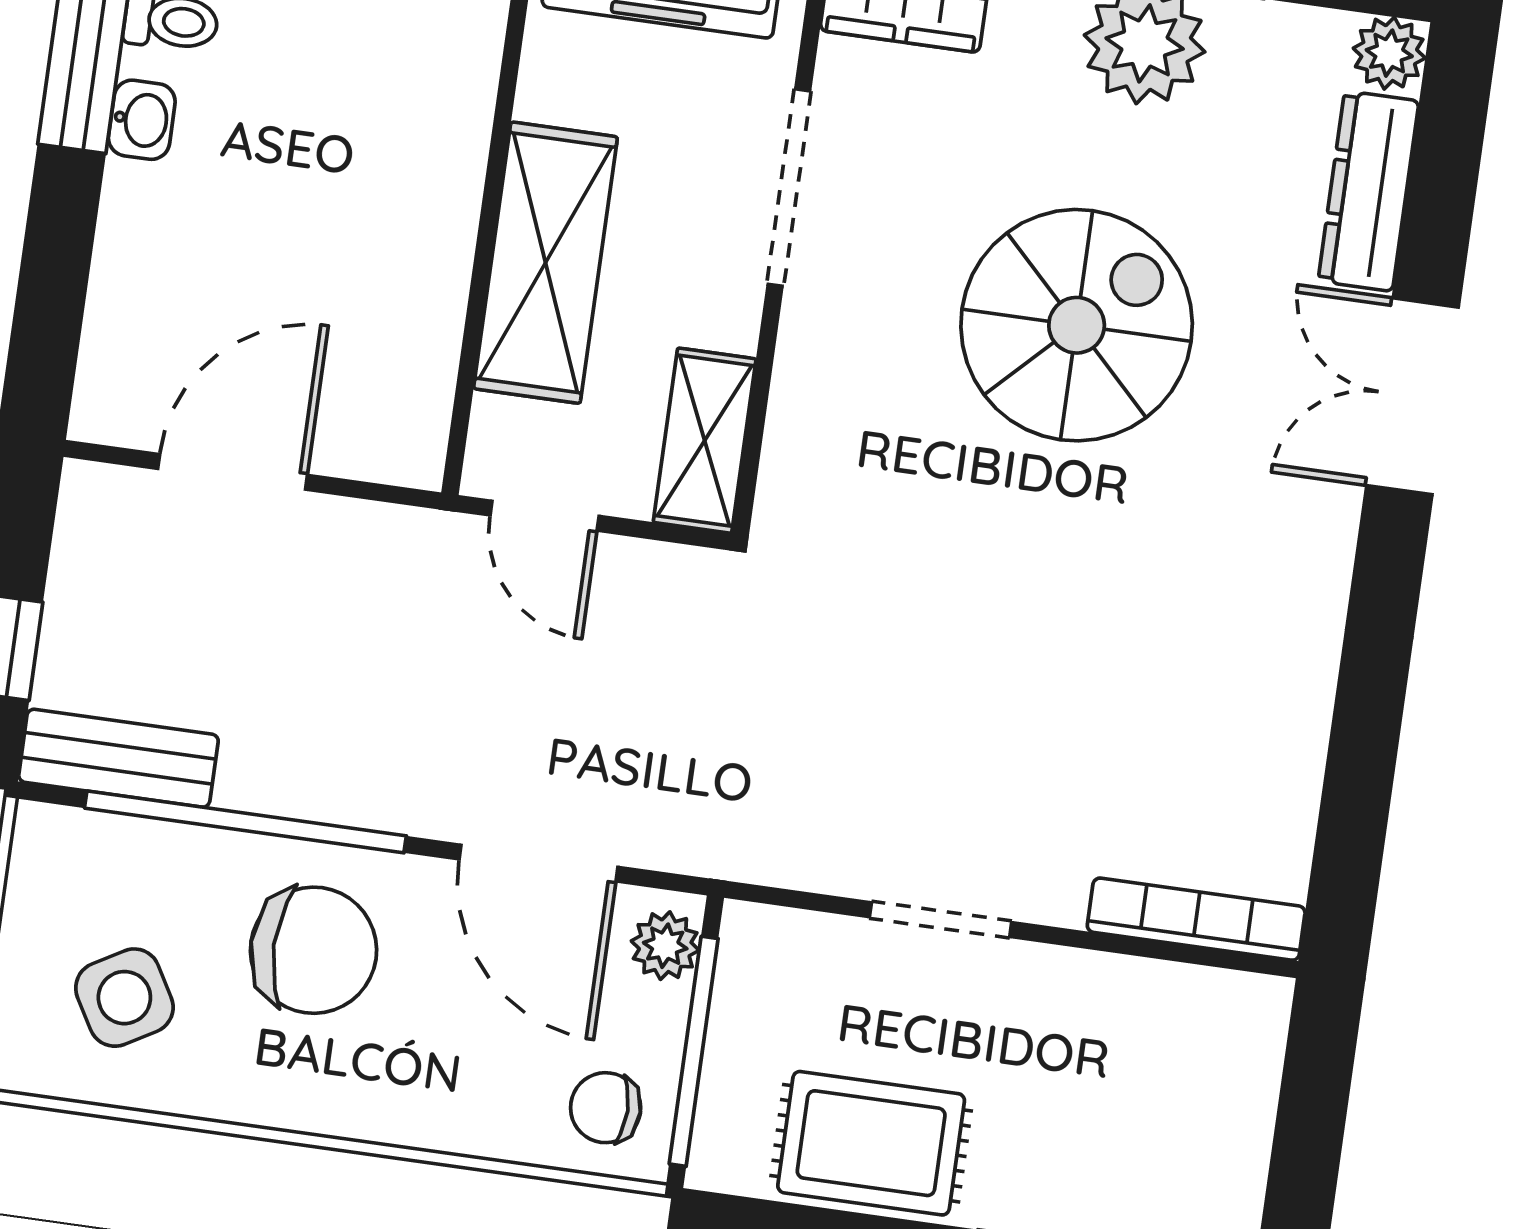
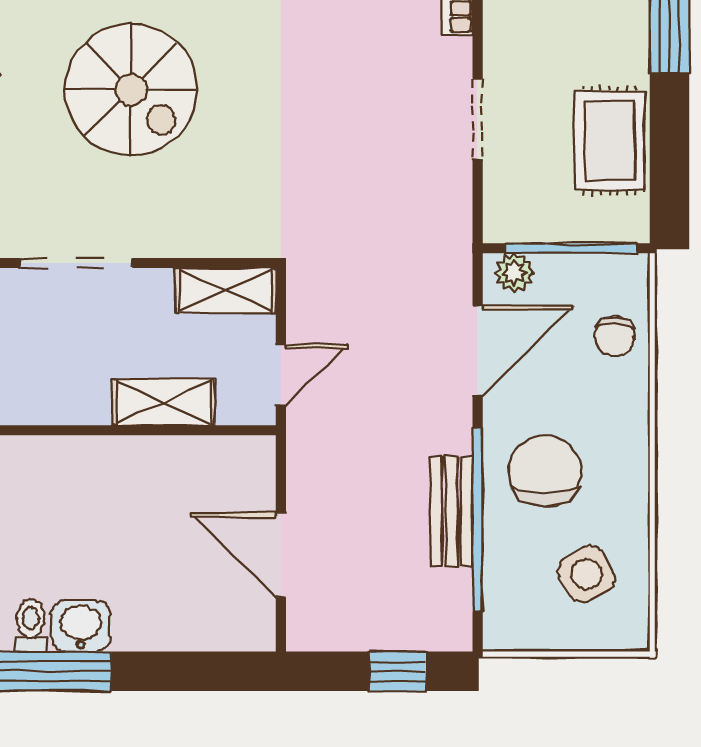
washbasin: (142, 120) -> (81, 626), width x1.38, depth x1.45
shelving: (546, 263) -> (163, 402), width x0.67, depth x0.75
spiral stairs: (1077, 325) -> (131, 90), turned 180
bench: (118, 758) -> (452, 511), moved
chair: (606, 1108) -> (615, 336), moved

